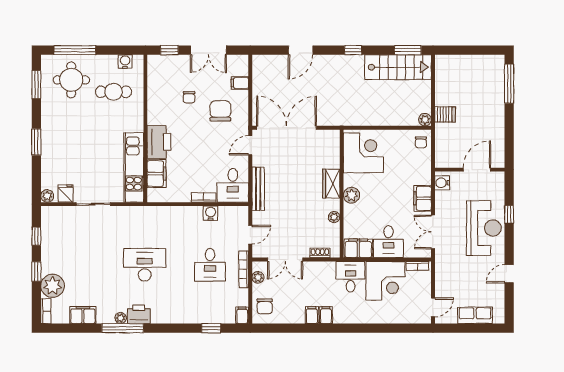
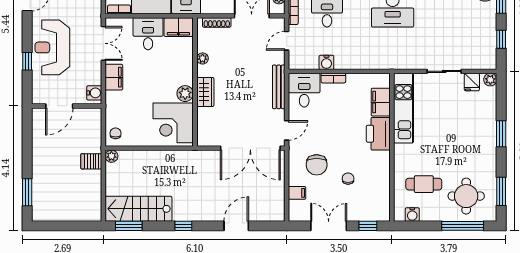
window: (509, 84) -> (27, 192), width x0.69
plant: (351, 195) -> (185, 94), moved
shoe rack: (320, 253) -> (217, 22), width x1.43

